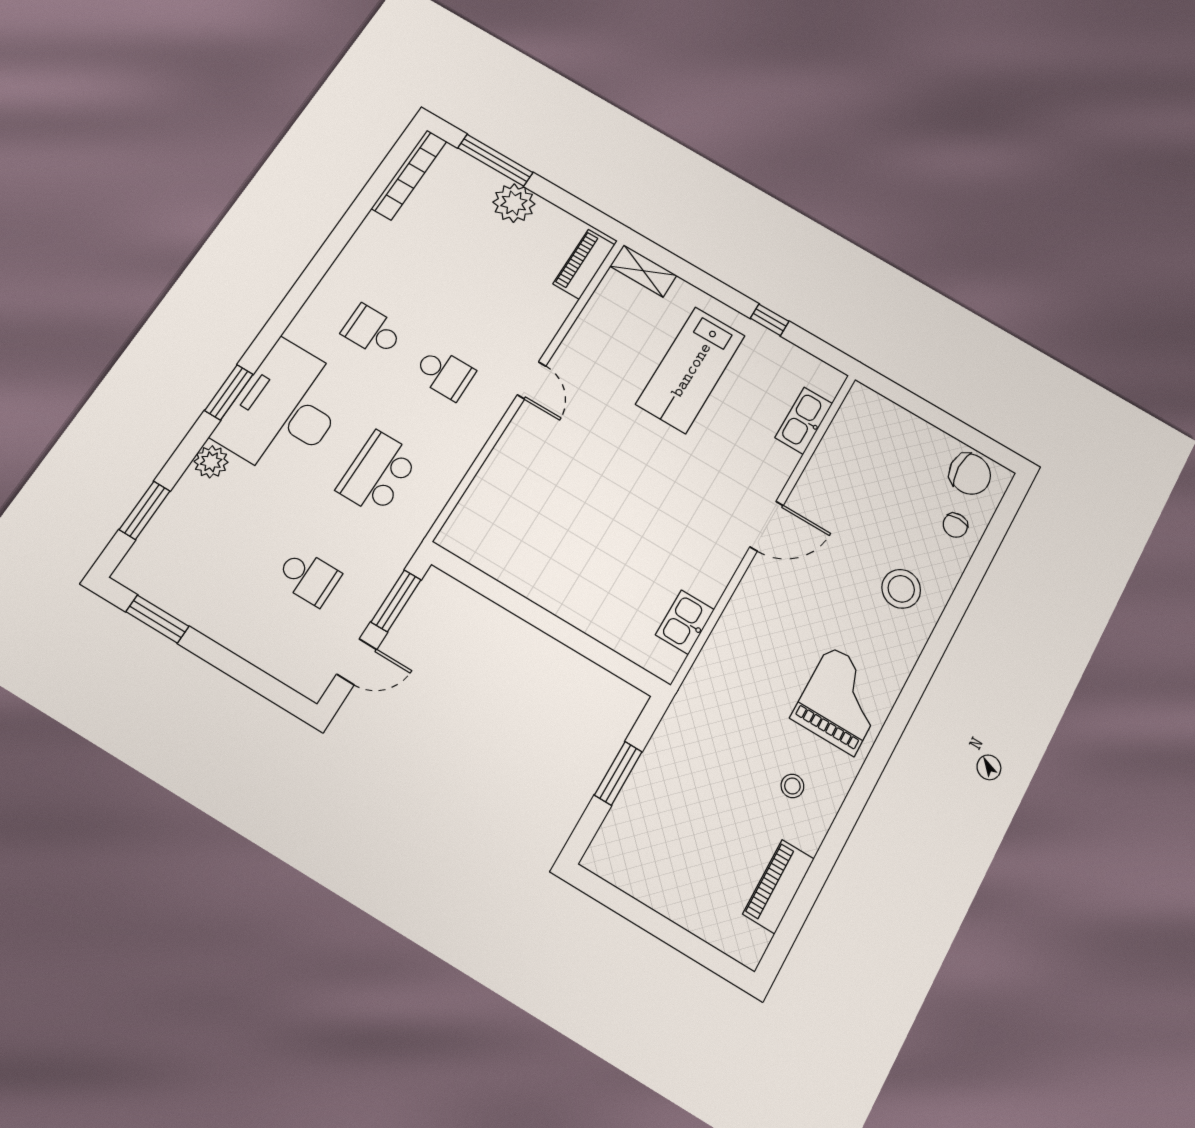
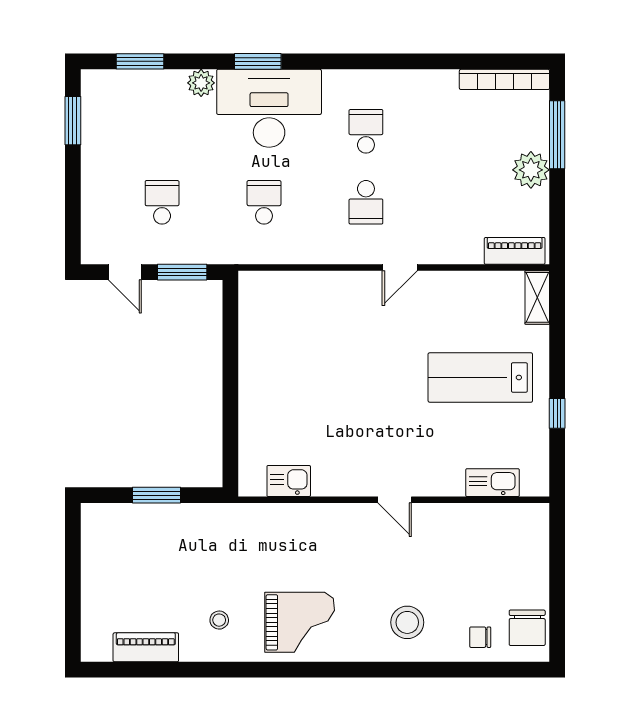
school desk: (378, 473) -> (264, 202), width x0.54
door: (767, 526) -> (395, 500), width x0.73
school desk: (308, 577) -> (162, 202), turned 180

